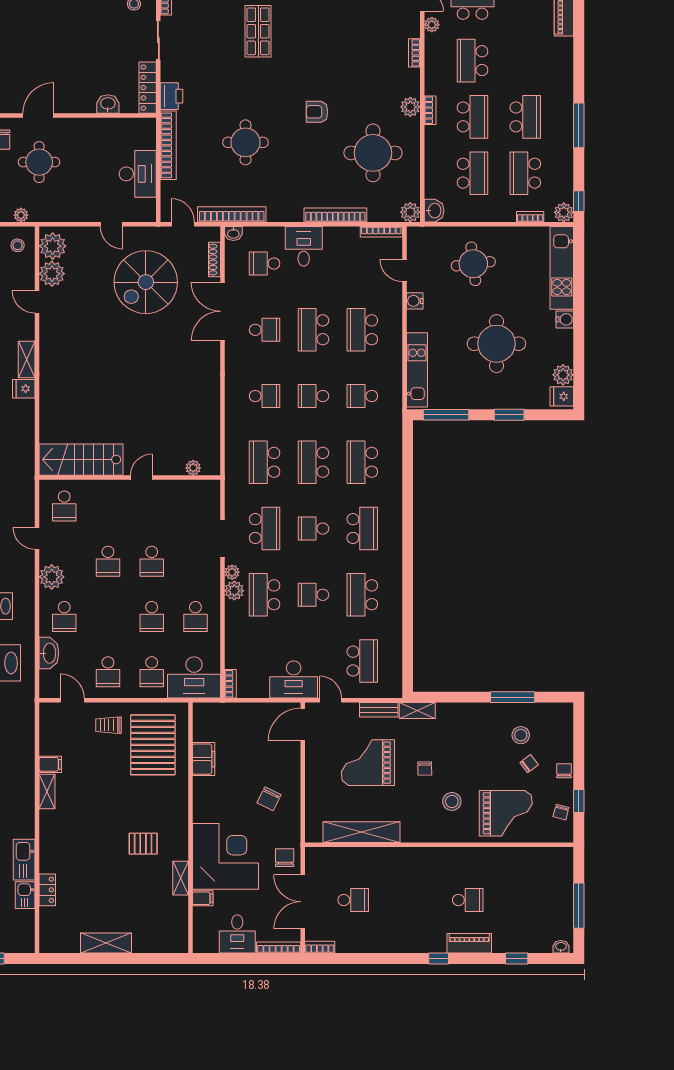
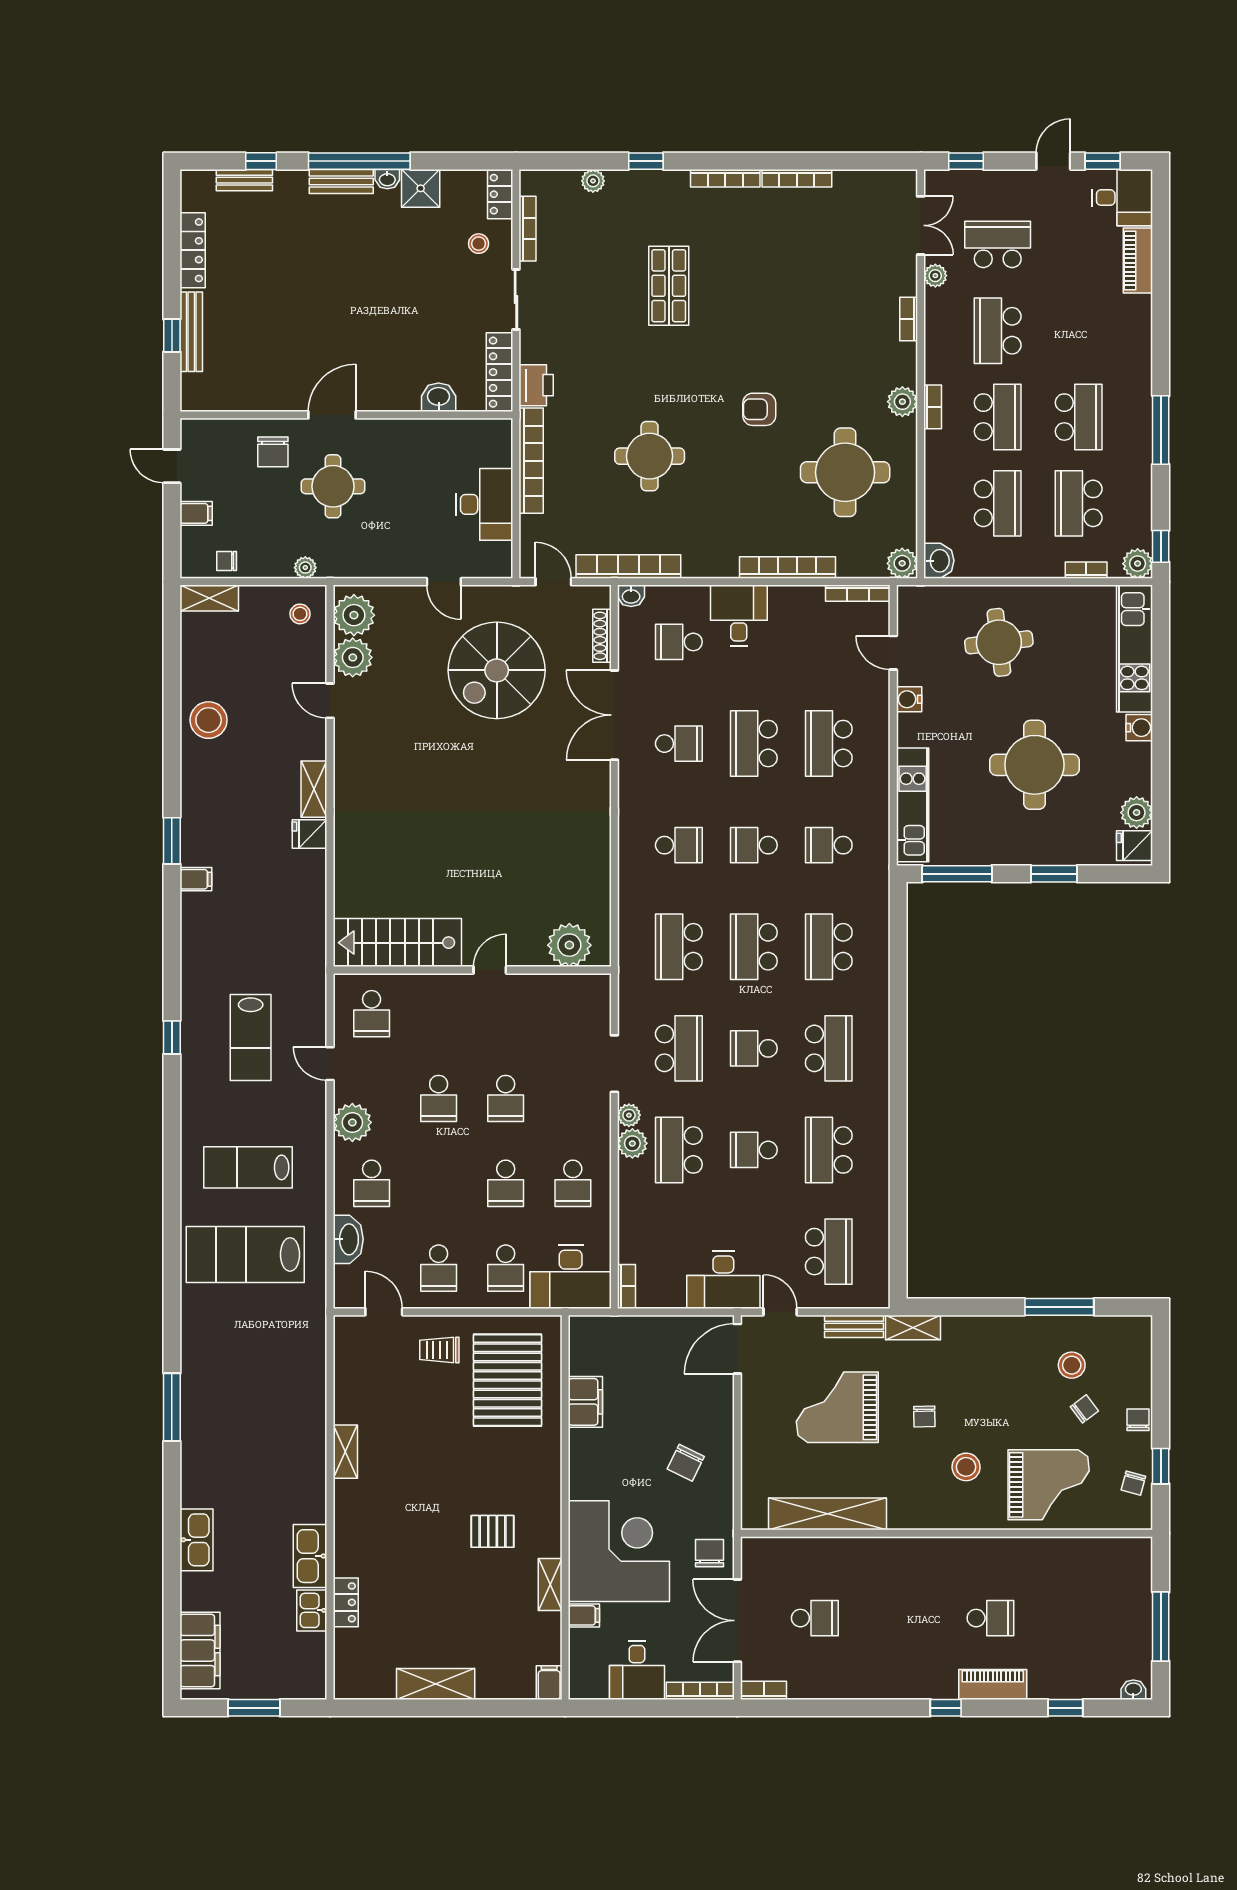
plant: (193, 468) -> (569, 945), width x1.88, depth x1.88
filing cabinet: (50, 764) -> (549, 1683), moved, turned -90

